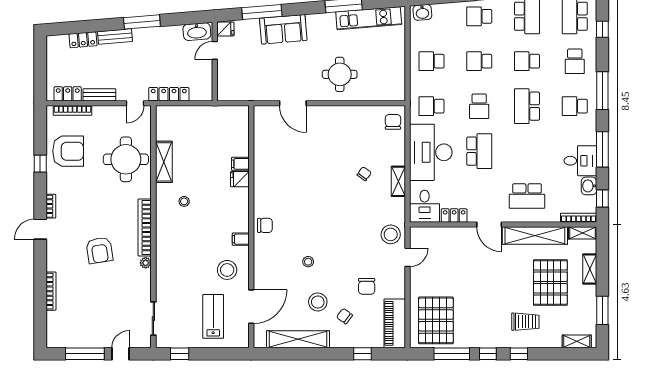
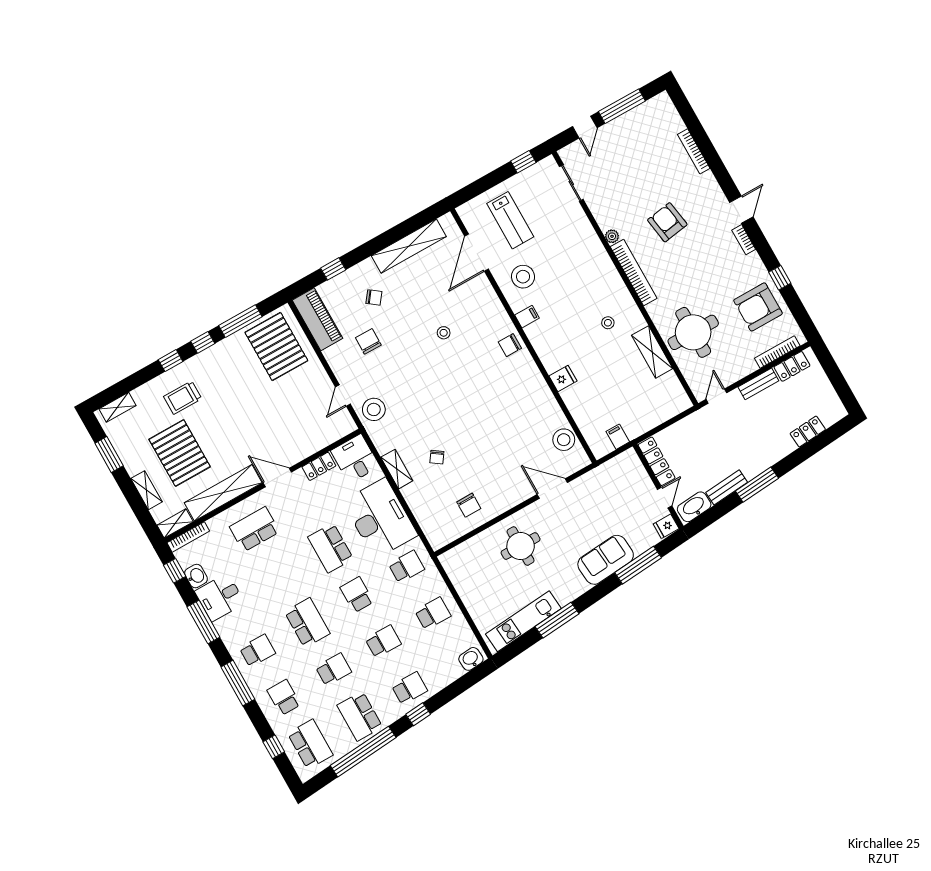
bench: (115, 37) -> (727, 487), moved
locker: (169, 94) -> (657, 461), moved, turned -90
chair: (393, 122) -> (469, 505), moved
filing cabinet: (240, 164) -> (618, 437), moved, turned -90
stool: (318, 302) -> (564, 440), moved

